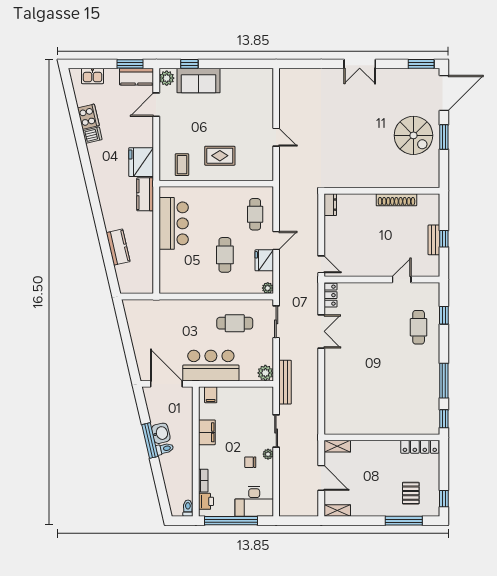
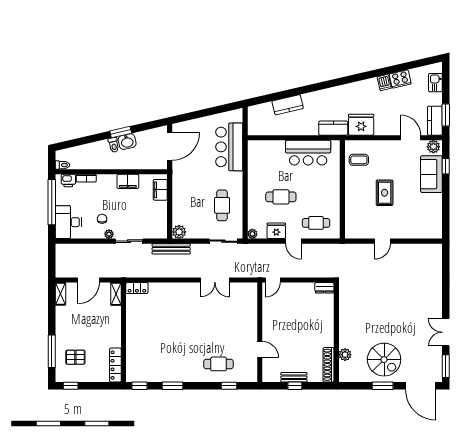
double door: (360, 64) -> (446, 332), moved
spiral stairs: (413, 135) -> (384, 360), turned -90
rug: (220, 156) -> (385, 193), moved
plant: (408, 181) -> (345, 355), added
shoe rack: (396, 200) -> (329, 365), moved
locker: (331, 295) -> (137, 288), moved
bar counter: (211, 366) -> (229, 147), moved, turned 180
window: (444, 381) -> (172, 386), width x0.69
filing cabinet: (211, 395) -> (160, 190), width x2.00
window: (150, 441) -> (121, 132), width x0.69

